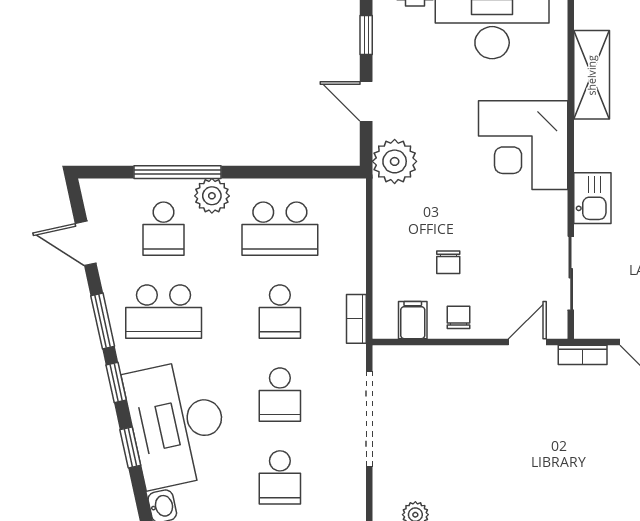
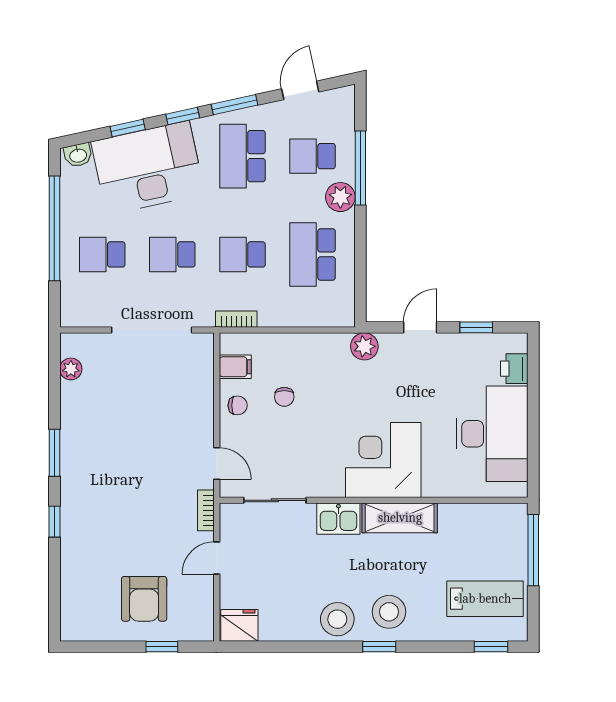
shelving: (592, 75) -> (400, 518), moved
plant: (395, 161) -> (364, 346), width x0.73, depth x0.73
chair: (448, 262) -> (284, 397), turned -90

